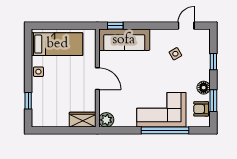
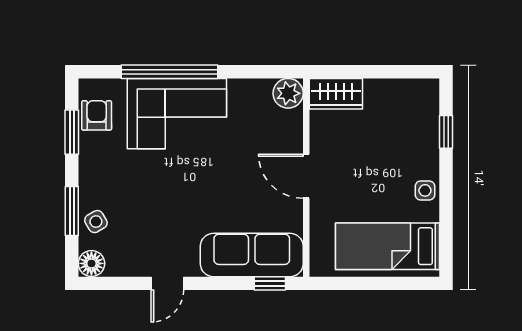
door: (186, 26) -> (167, 283), moved
side table: (175, 54) -> (96, 222), moved
window: (213, 62) -> (72, 211), width x1.50
floor lamp: (204, 88) -> (91, 263), moved
armchair: (201, 109) -> (97, 115), turned -90

